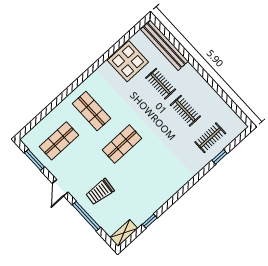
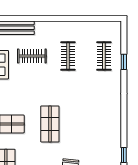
clothes rail: (185, 111) -> (68, 56), turned 90

